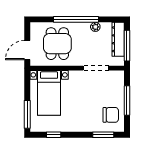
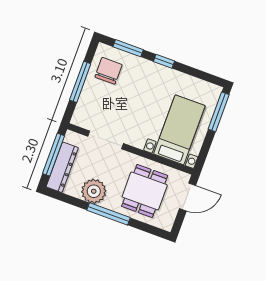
window: (76, 19) -> (108, 214), width x0.68
plant: (95, 27) -> (94, 191), width x1.88, depth x1.88
chair: (111, 115) -> (108, 71), turned 90
window: (54, 135) -> (164, 61), moved

